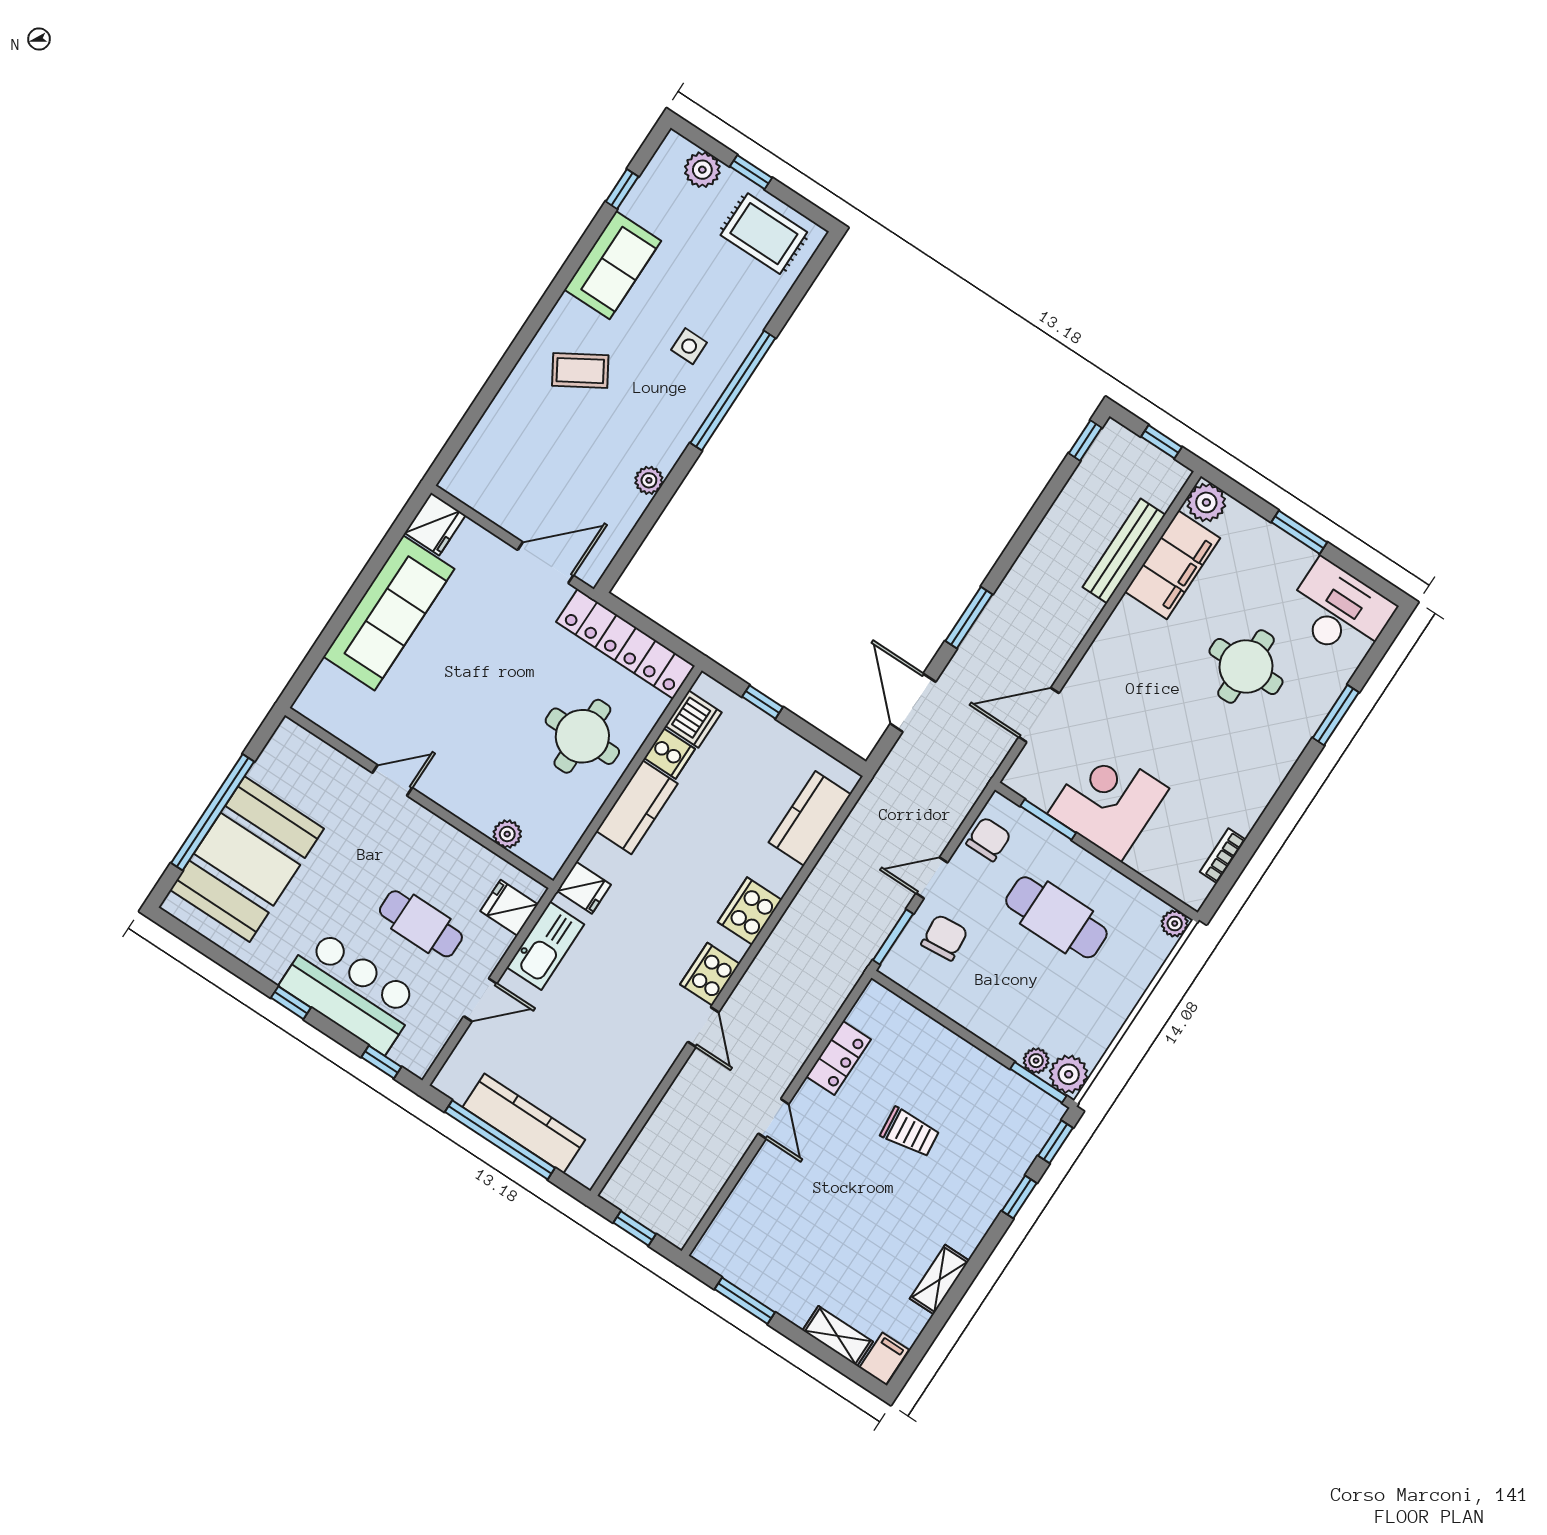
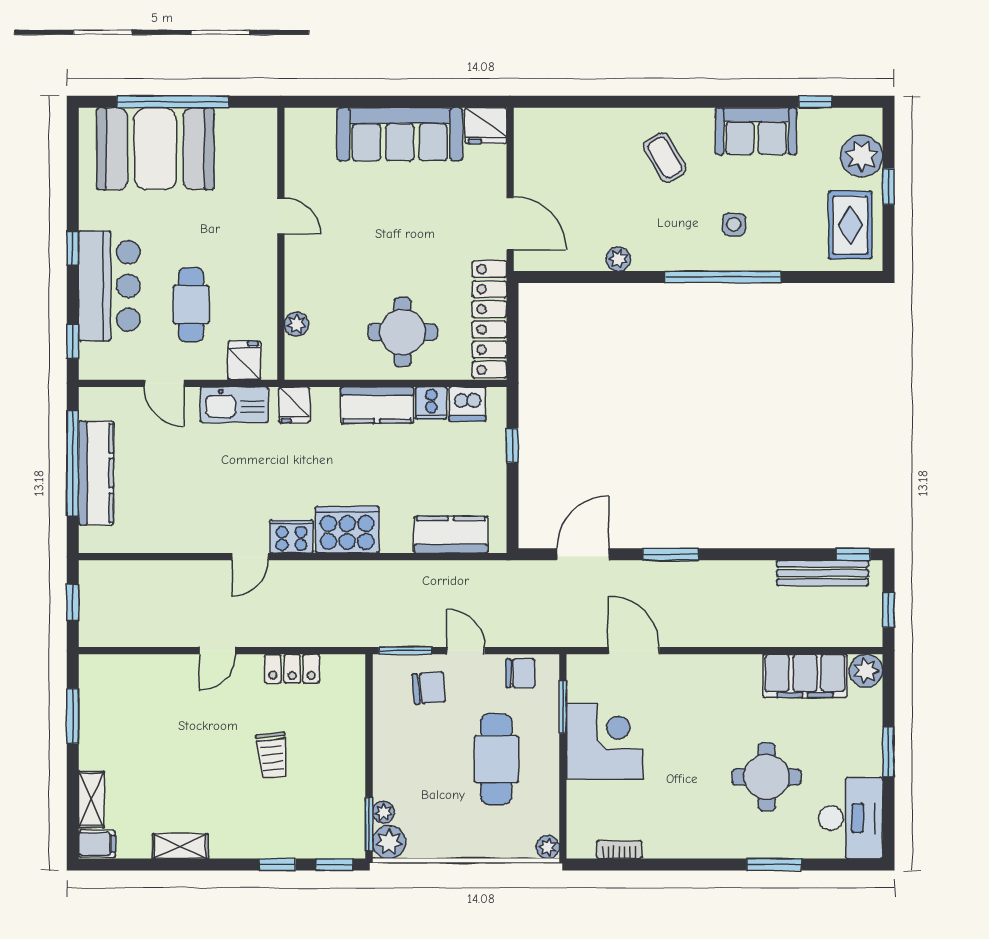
plant: (702, 170) -> (862, 156), width x1.36, depth x1.36
bench: (1124, 551) -> (822, 573), moved
cooker: (750, 911) -> (347, 530), width x1.37, depth x1.31

